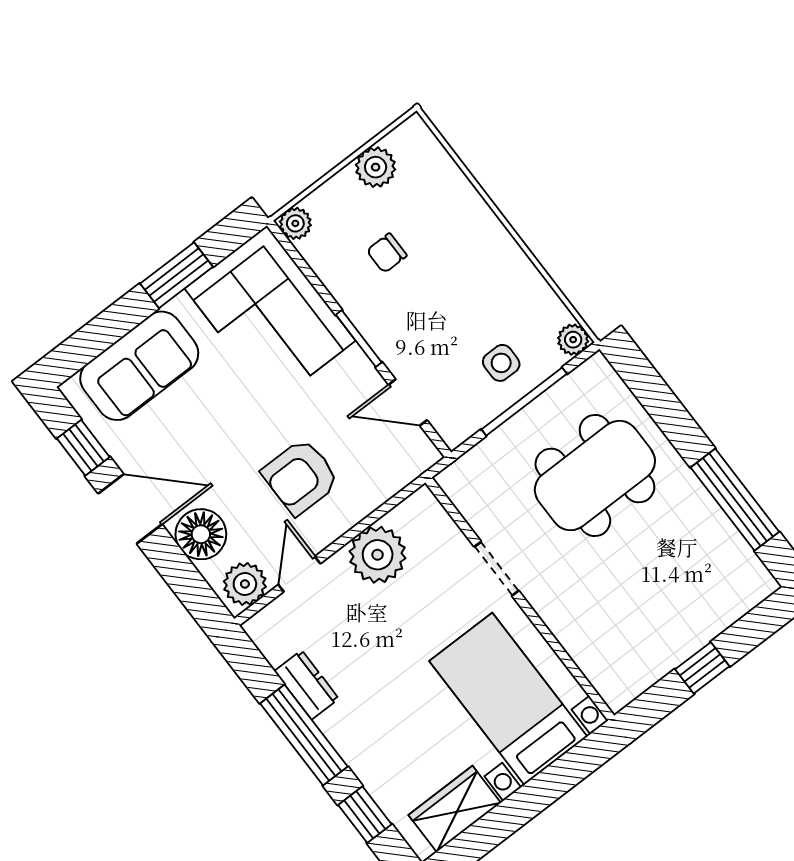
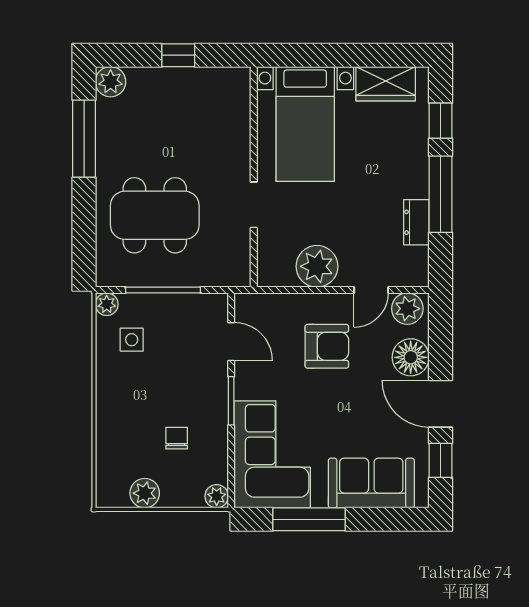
chair: (387, 253) -> (177, 438), turned -90
window: (176, 275) -> (309, 519), width x1.44
side table: (501, 363) -> (132, 340), moved
plant: (753, 583) -> (111, 82), added

